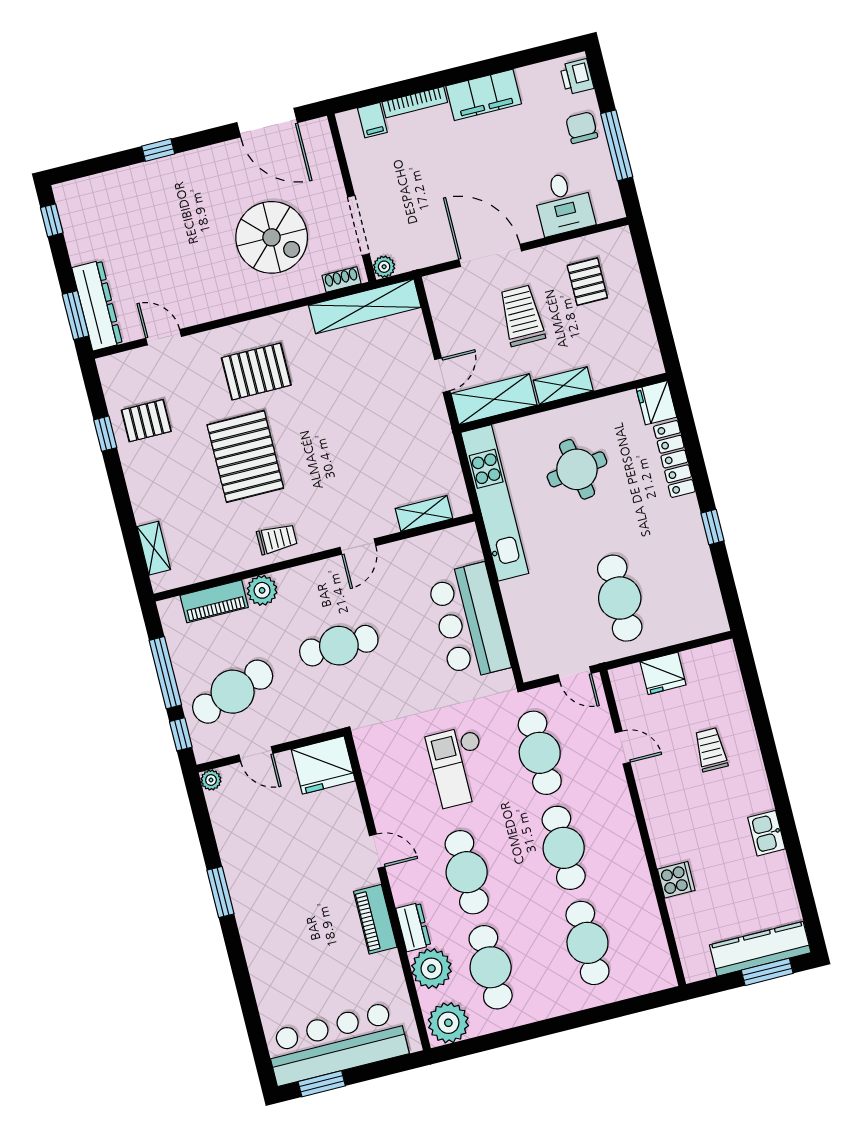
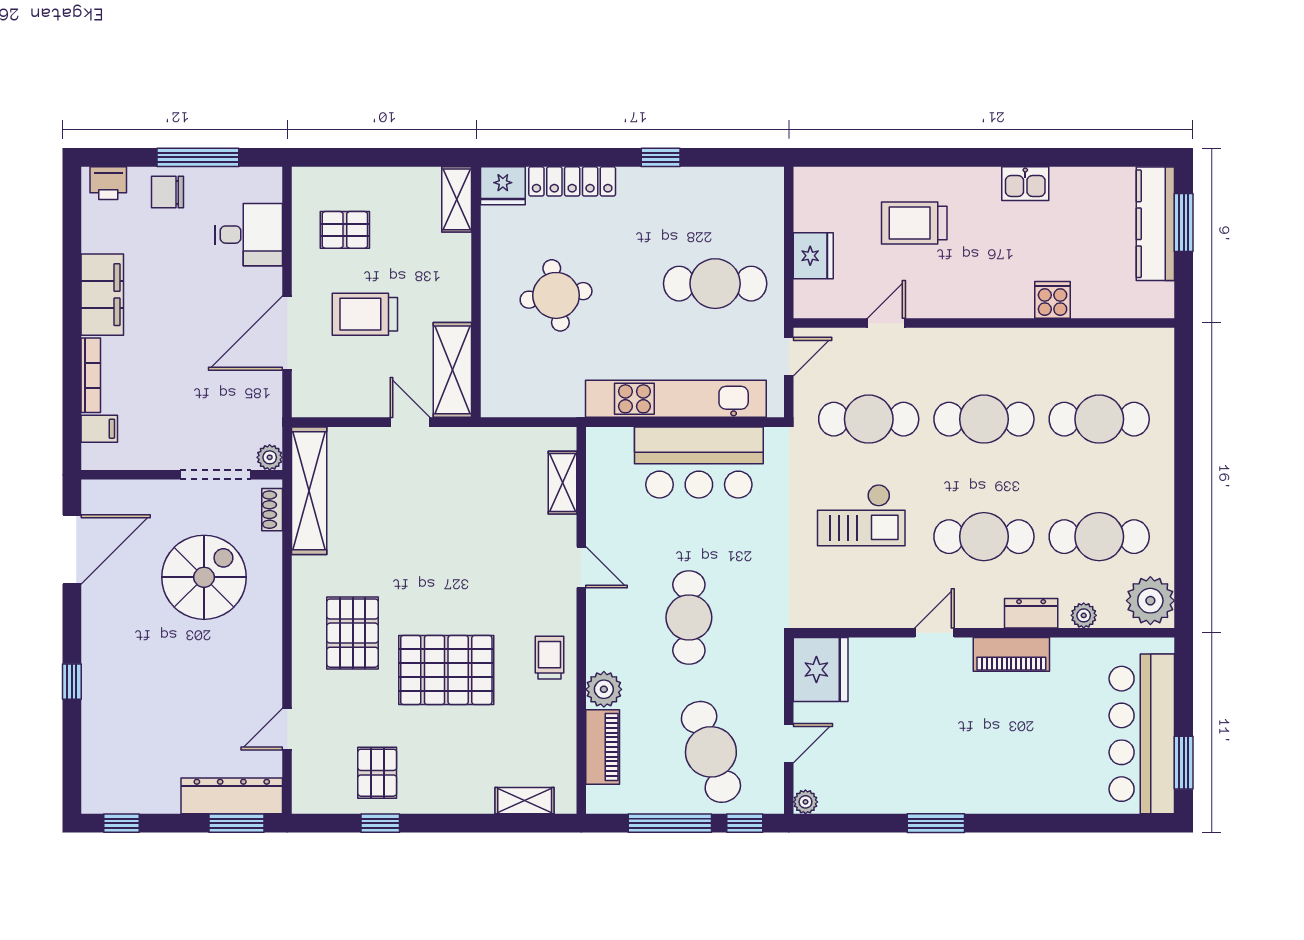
shelving: (563, 386) -> (457, 199), moved
kitchen unit: (495, 503) -> (676, 399), moved
trolley: (711, 750) -> (914, 223), width x1.36, depth x1.39
plant: (432, 969) -> (1084, 615), width x0.53, depth x0.53

